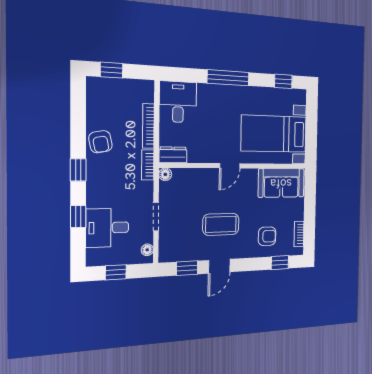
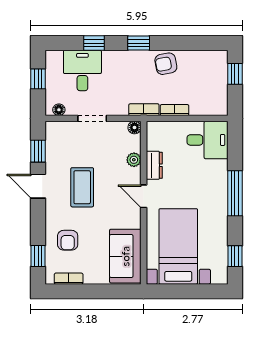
bookcase: (148, 126) -> (175, 110), width x0.64
dresser: (173, 155) -> (154, 165), moved
plant: (196, 175) -> (134, 160), added

